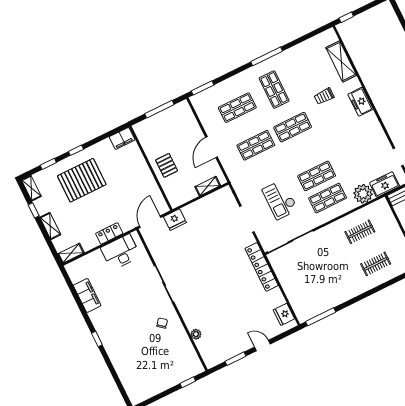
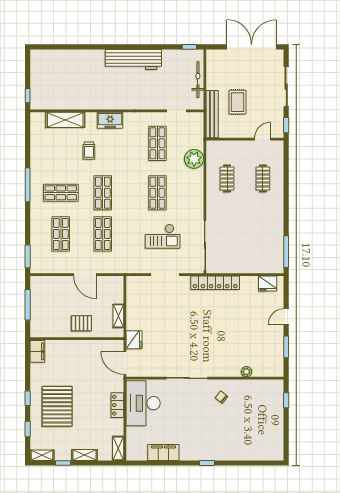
freezer: (385, 185) -> (195, 135), removed
shelving: (208, 186) -> (118, 316), moved
shop shelf: (328, 198) -> (157, 143), moved
desk: (121, 252) -> (143, 403), width x1.36, depth x1.30

